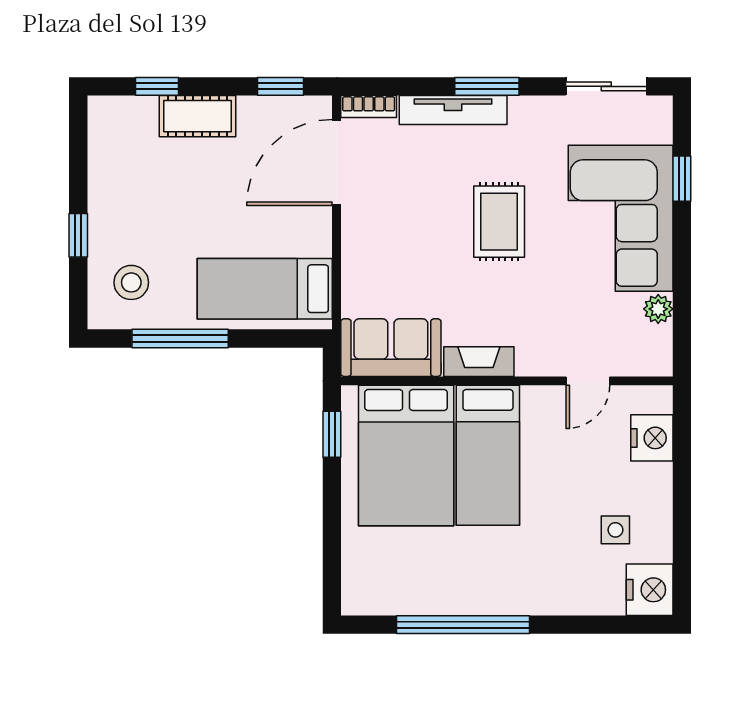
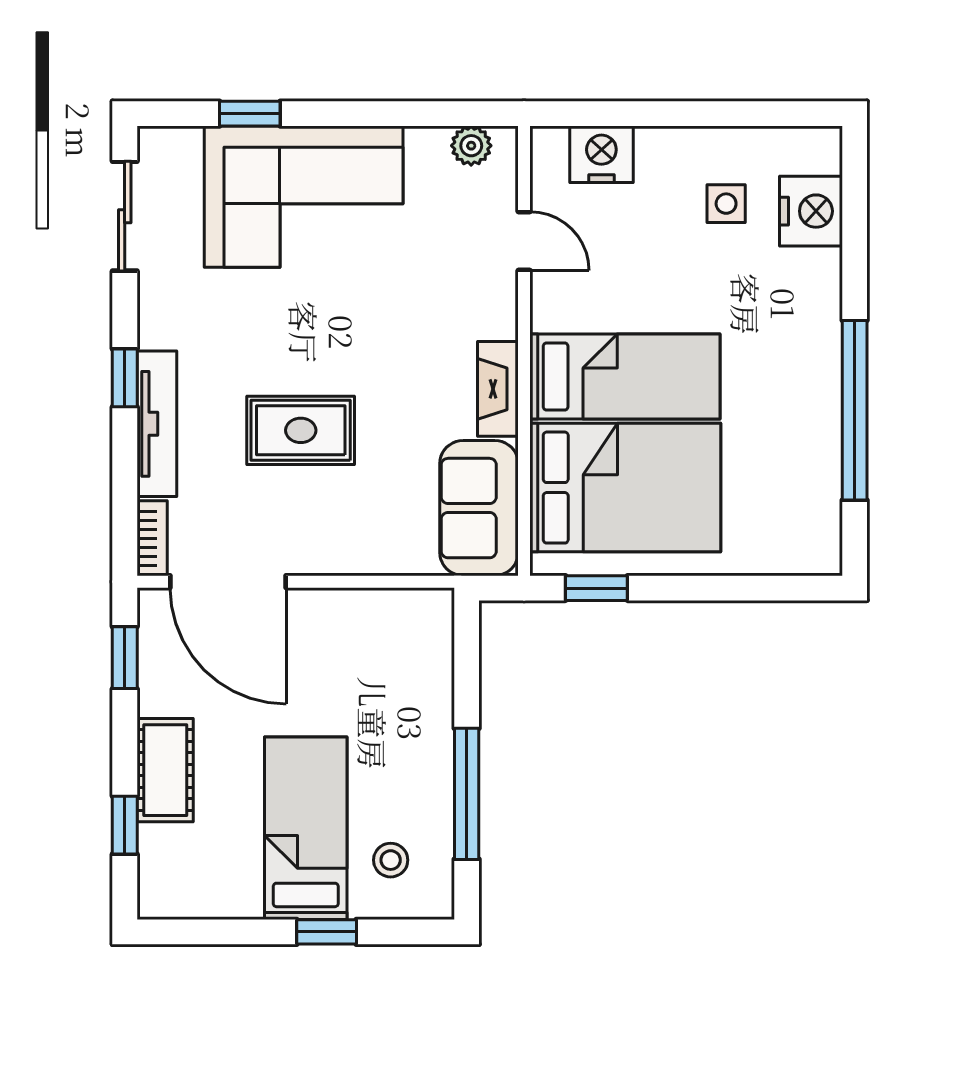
window: (487, 86) -> (125, 378), width x0.67
rug: (499, 222) -> (301, 430), moved
stool: (131, 282) -> (391, 860), width x0.73, depth x0.73
bed: (265, 289) -> (306, 828), moved, turned 180
plant: (658, 309) -> (471, 146), moved
nightstand: (650, 590) -> (811, 211), moved, turned 90

